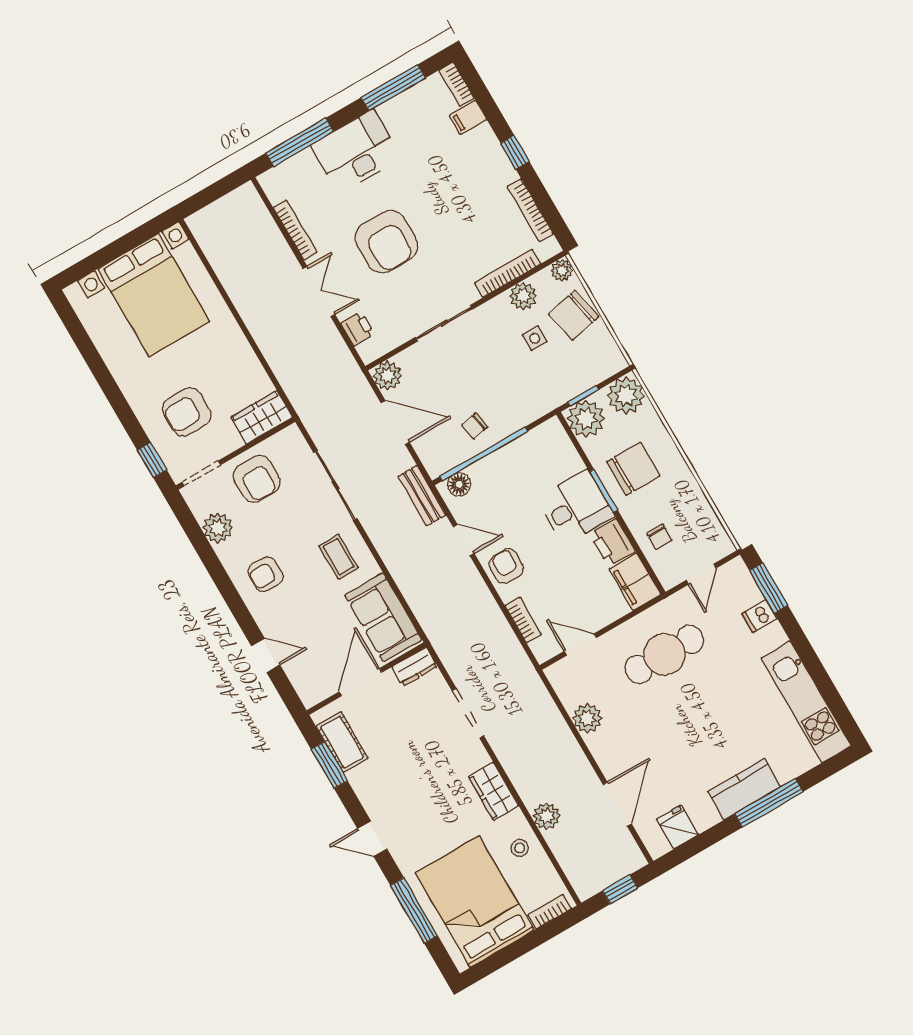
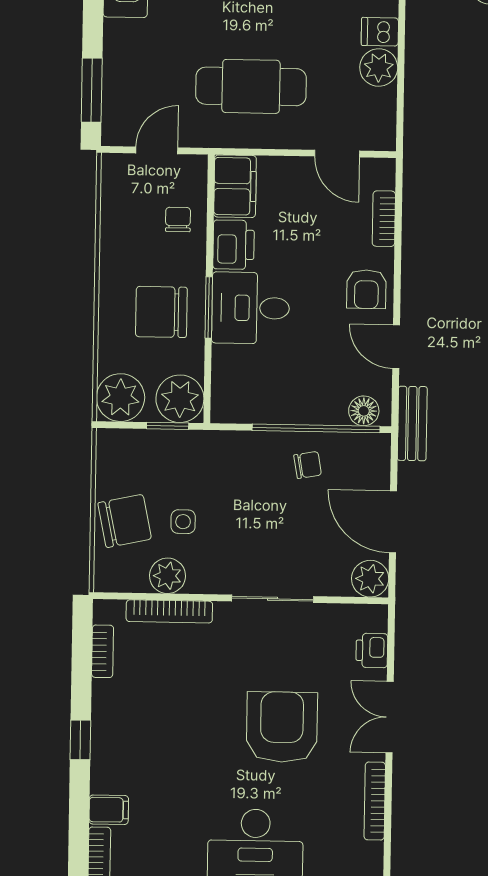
bookcase: (530, 210) -> (103, 651), width x0.64
plant: (562, 270) -> (107, 579), removed
dishwasher: (759, 616) -> (380, 32), moved, turned 180

